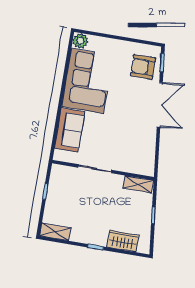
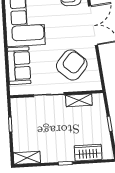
armchair: (127, 142) -> (72, 65), added
shelving: (138, 184) -> (79, 100), moved

